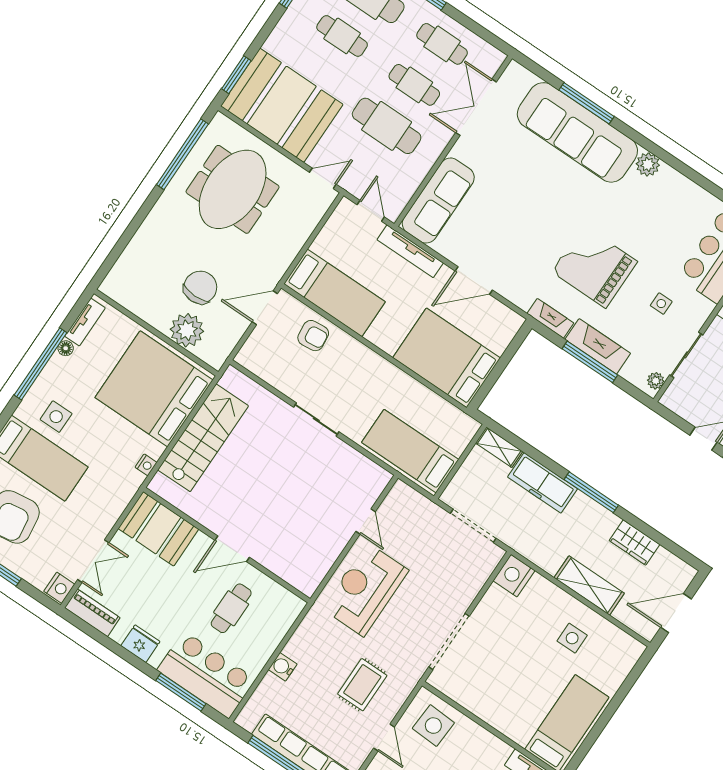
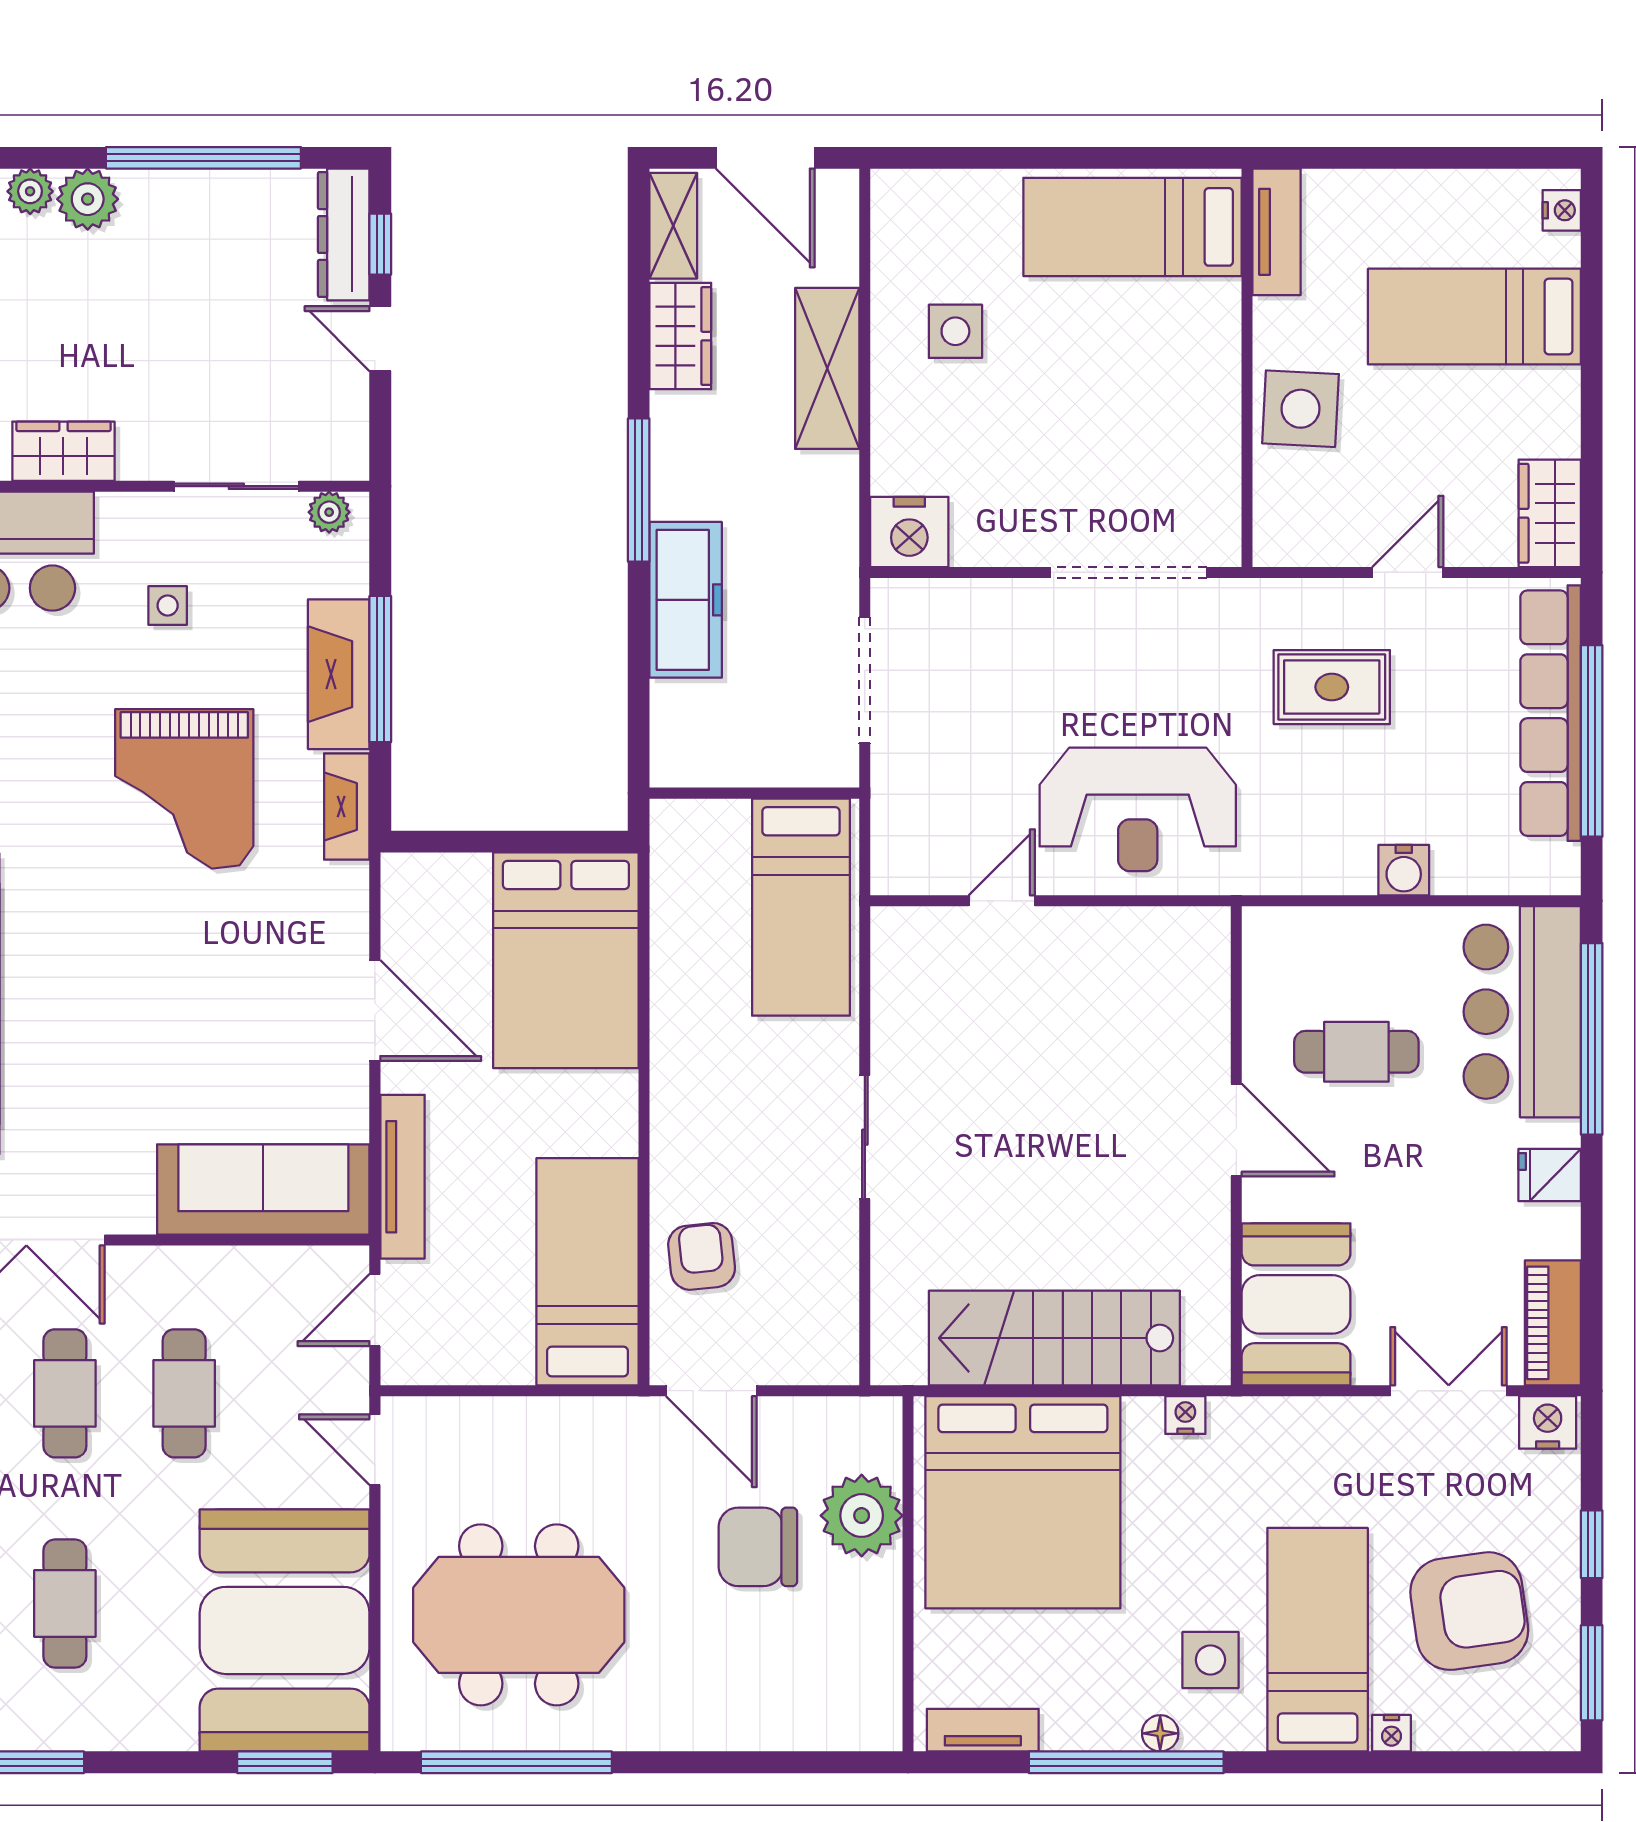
cafe table: (387, 126) -> (184, 1393), width x0.73, depth x0.74
floor lamp: (66, 348) -> (1160, 1733), moved
shelving: (499, 447) -> (673, 226), moved
fridge: (140, 644) -> (1550, 1175), width x0.72
window: (181, 692) -> (1592, 1039), width x1.46
side table: (433, 726) -> (1301, 409), moved

